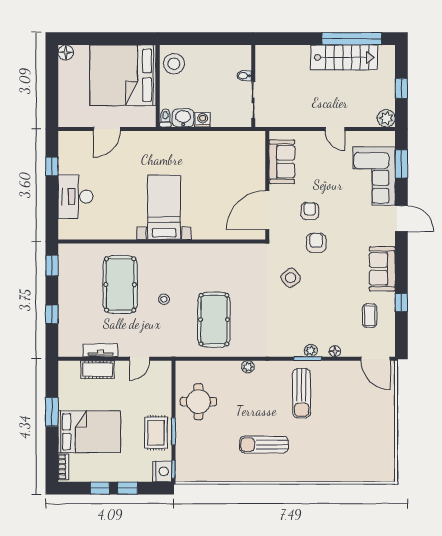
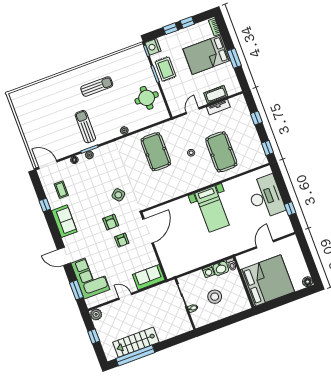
stool: (174, 64) -> (215, 297), moved
sofa: (282, 162) -> (149, 277), moved, turned 90
desk: (75, 197) -> (266, 197), width x1.36, depth x1.30

